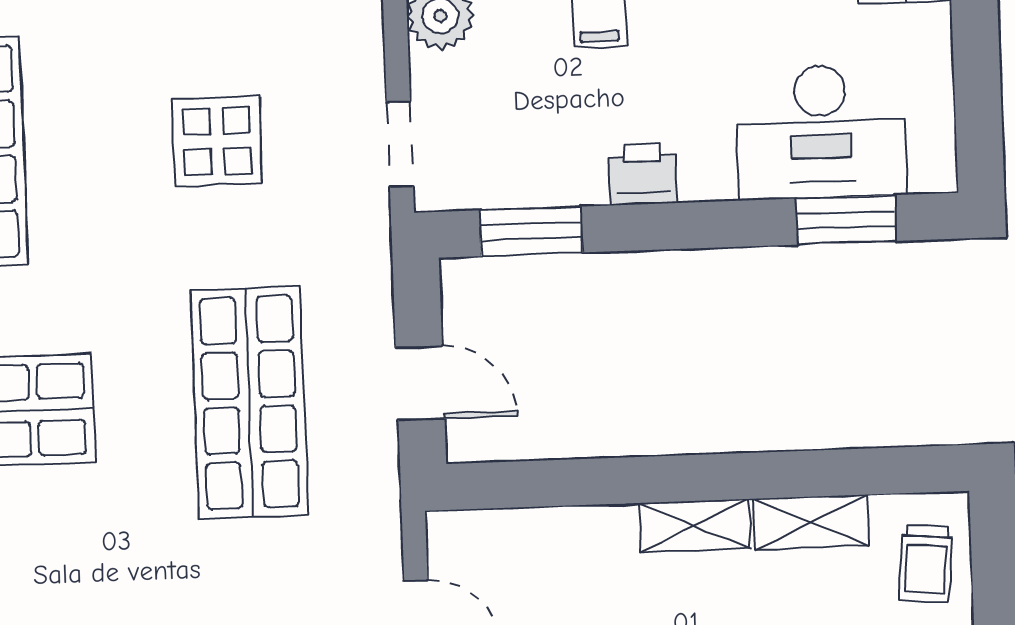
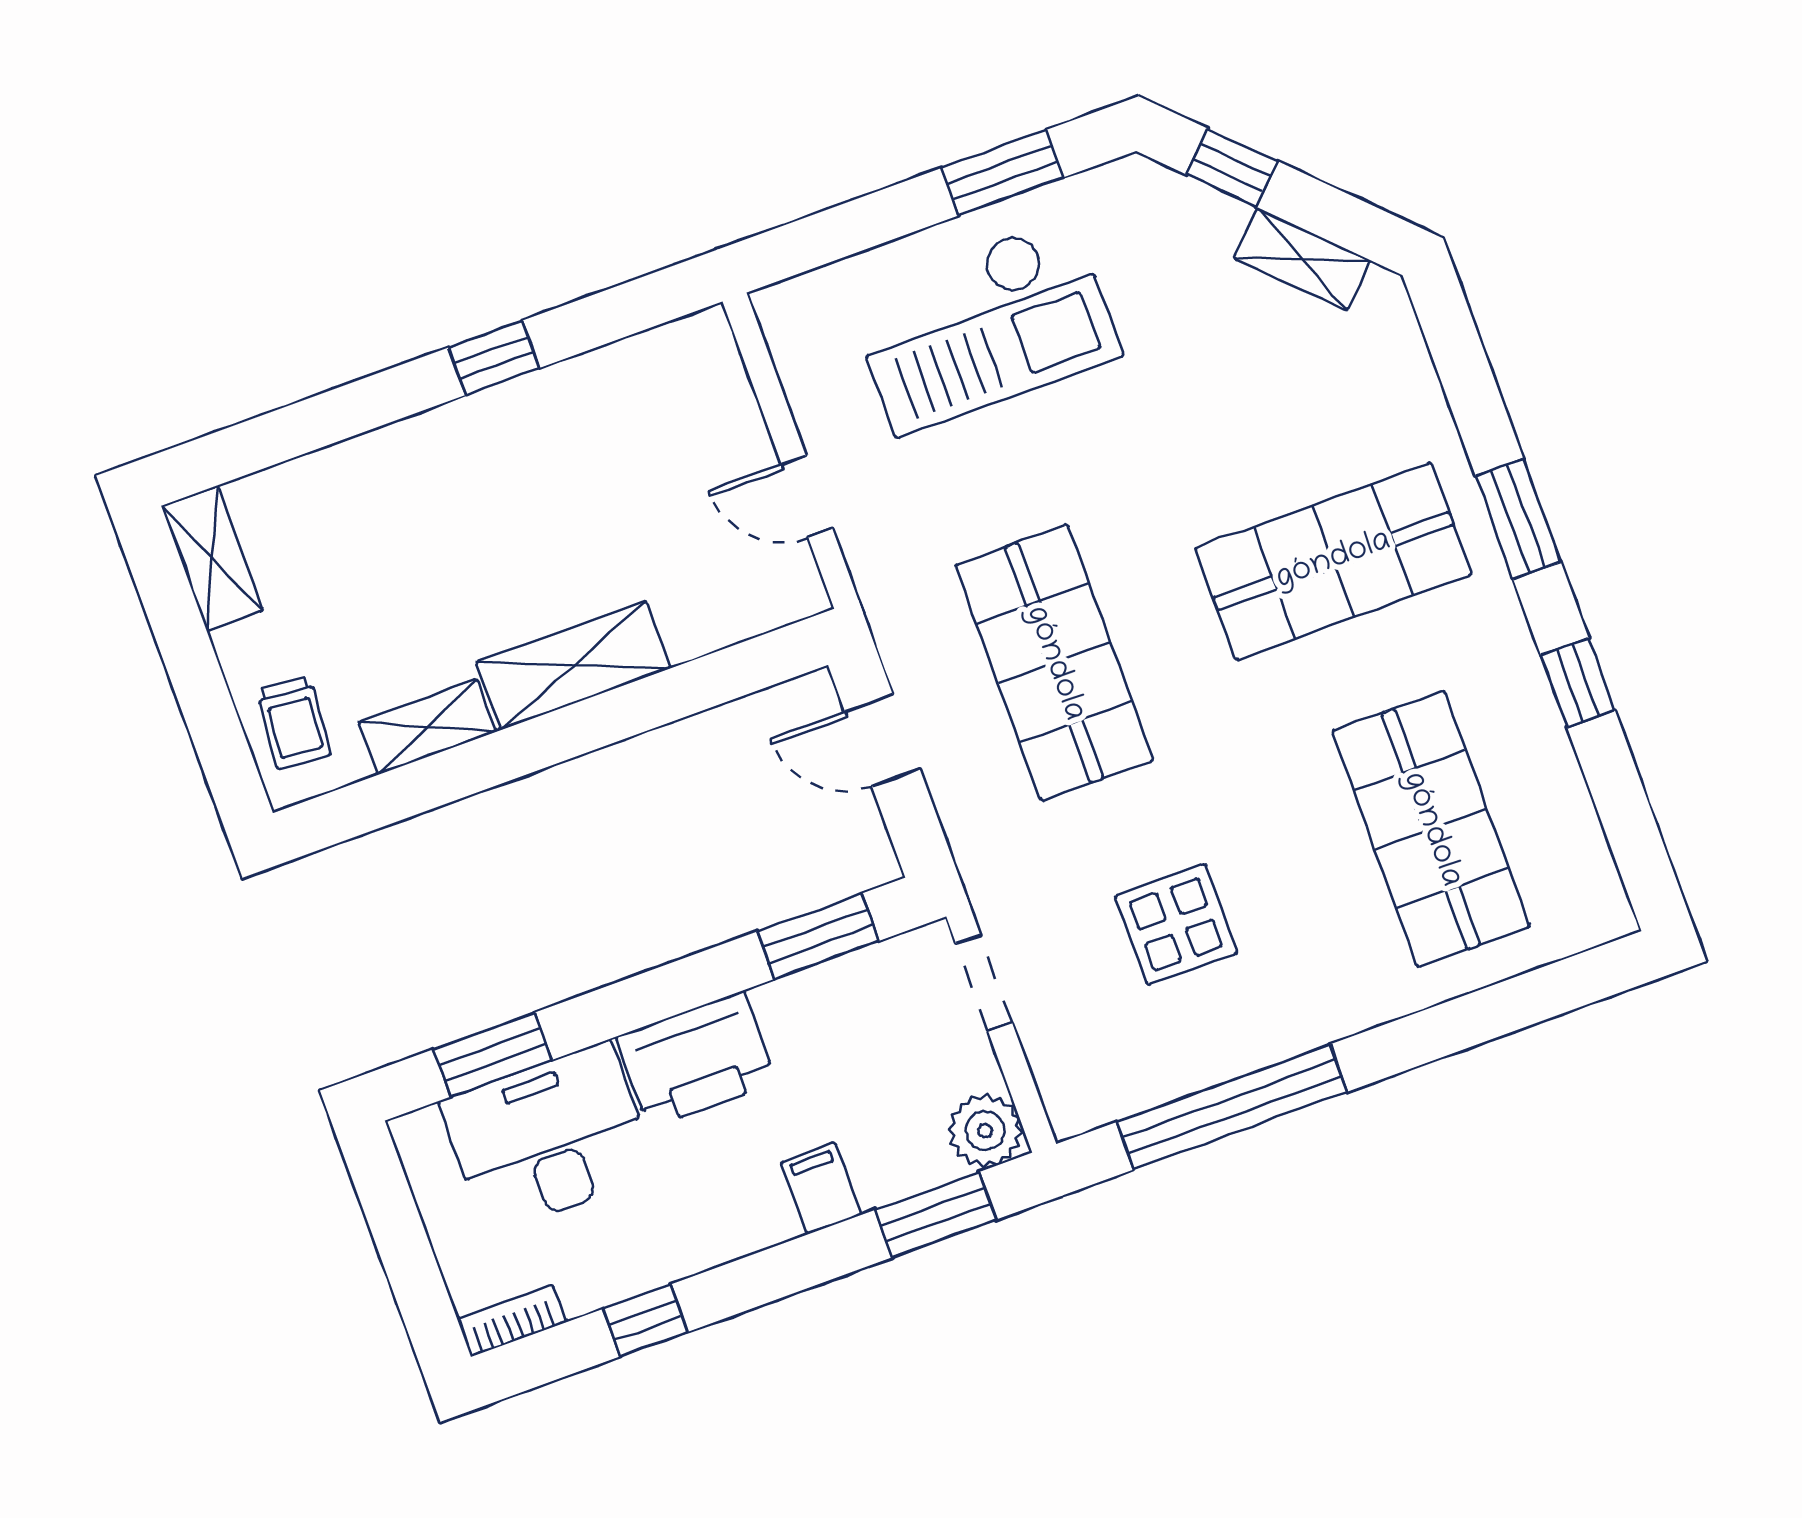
printer: (643, 174) -> (696, 1060), width x1.87, depth x1.48
shelving: (694, 526) -> (573, 665), width x1.50, depth x1.33
trolley: (926, 564) -> (294, 722), turned 180

